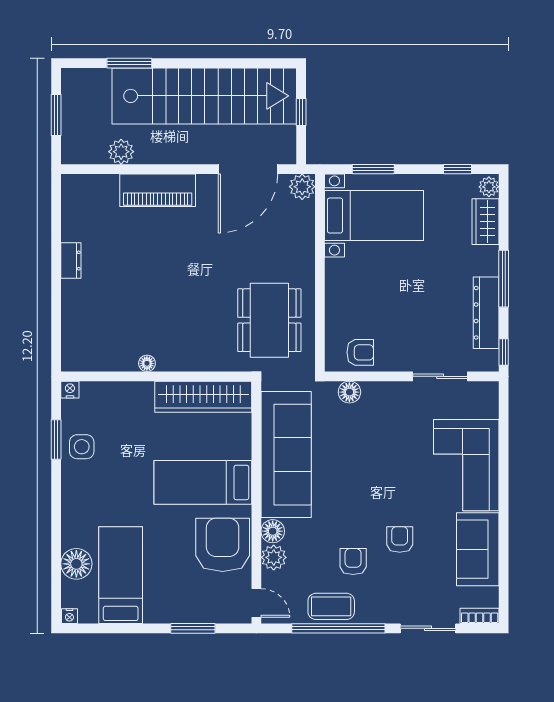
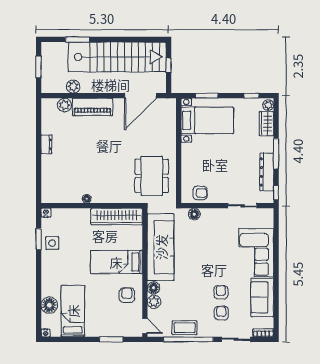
plant: (302, 187) -> (65, 105), moved
armchair: (223, 545) -> (127, 295), width x0.53, depth x0.53
armchair: (353, 562) -> (221, 313), moved

